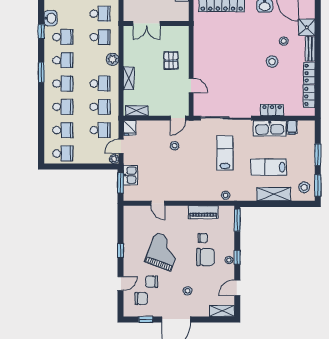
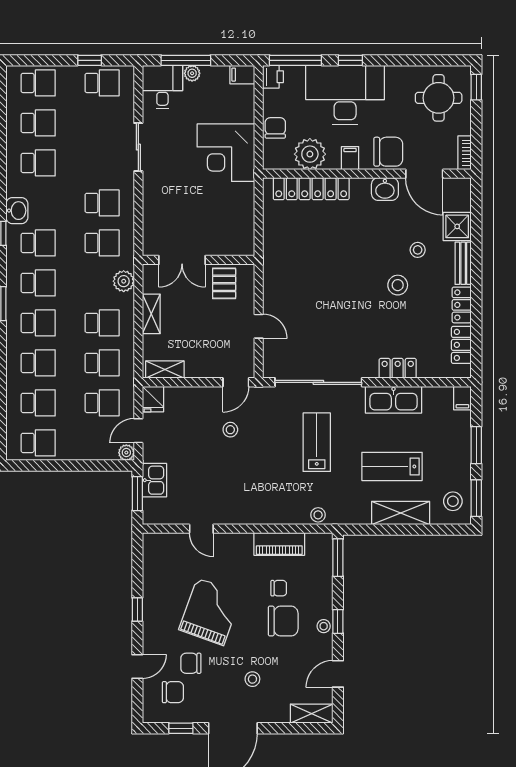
double door: (147, 24) -> (182, 260), moved
wall: (156, 24) -> (198, 260), moved
filing cabinet: (292, 127) -> (462, 398), moved

